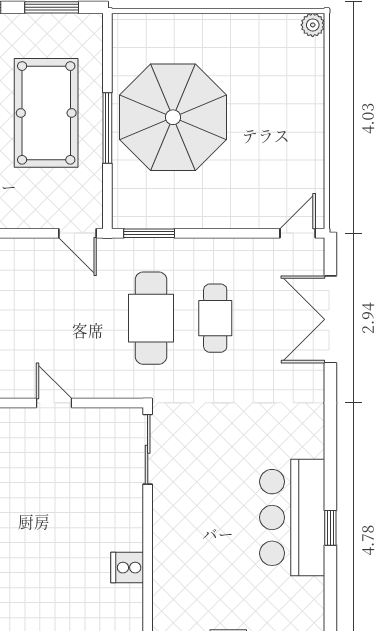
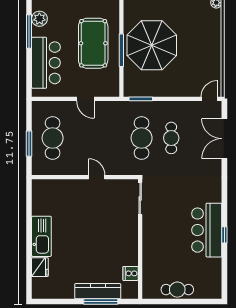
door: (77, 233) -> (85, 99), moved
cooker: (127, 568) -> (131, 273), moved

